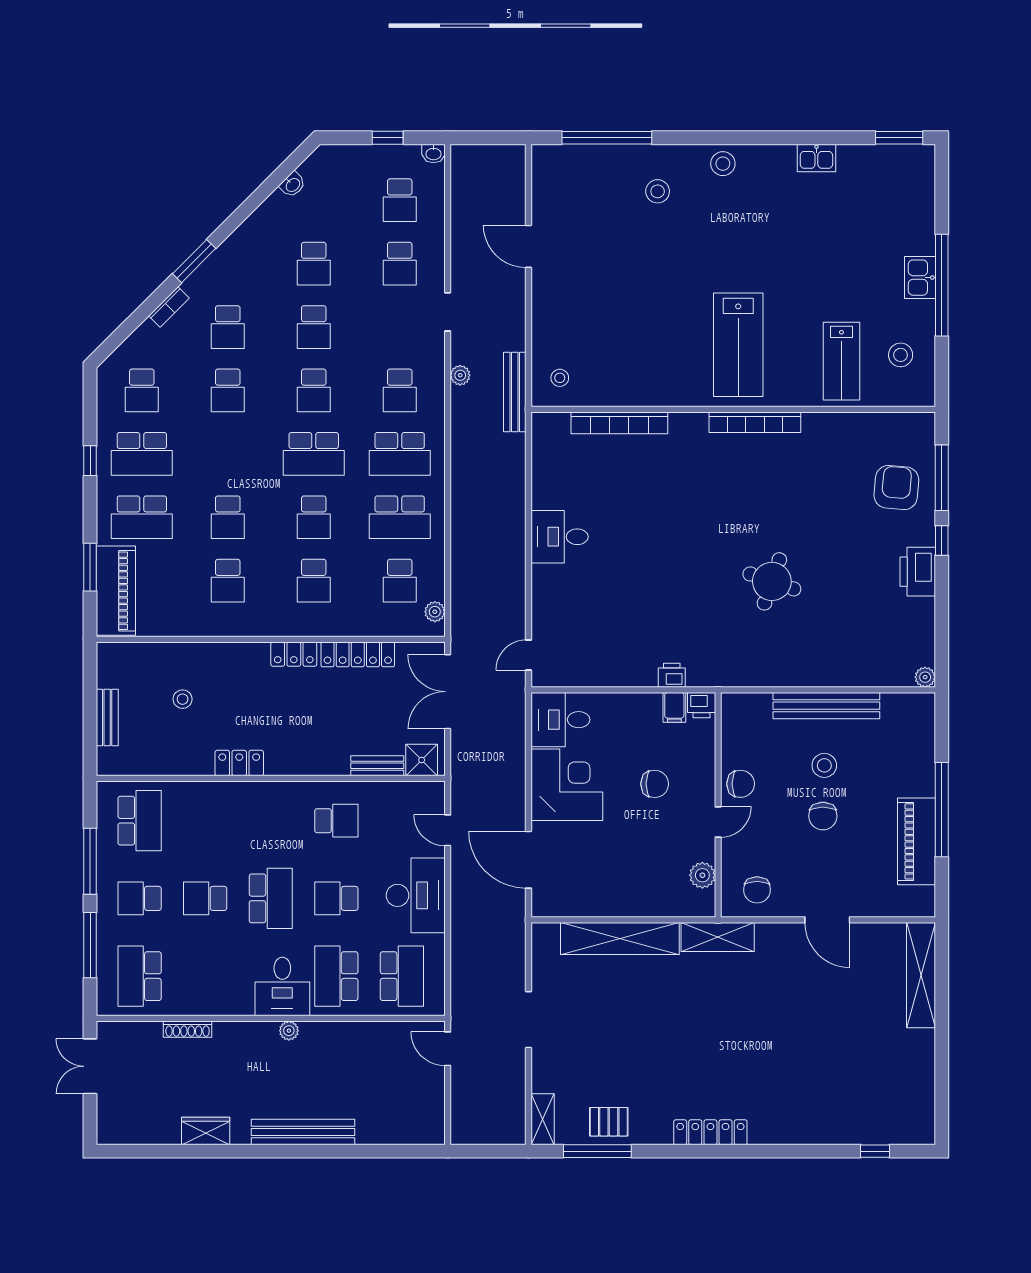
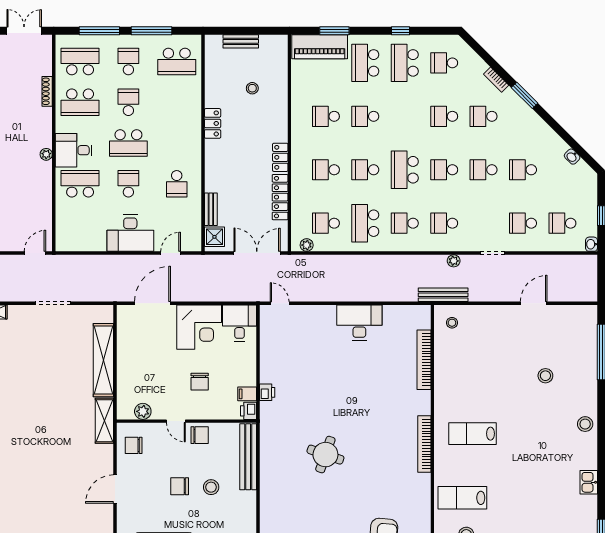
stool: (658, 191) -> (545, 376), moved
lab bench: (738, 345) -> (473, 434), width x0.73, depth x0.72
school desk: (400, 454) -> (405, 223), width x0.54
desk: (560, 537) -> (359, 323), width x1.37
bench: (826, 706) -> (248, 457), moved
chair: (741, 784) -> (200, 435), turned -90
school desk: (402, 976) -> (80, 102), moved

